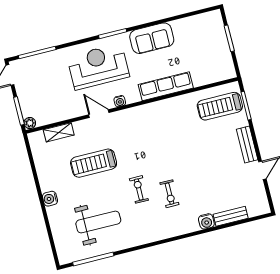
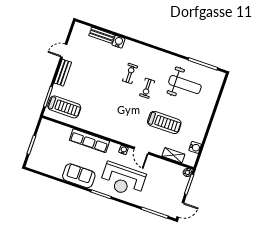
water cooler: (50, 199) -> (195, 147), moved
weight bench: (98, 222) -> (185, 85), turned 180

